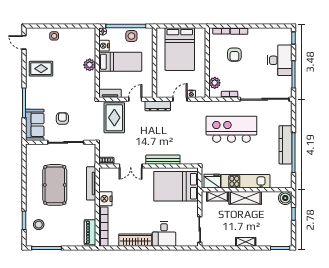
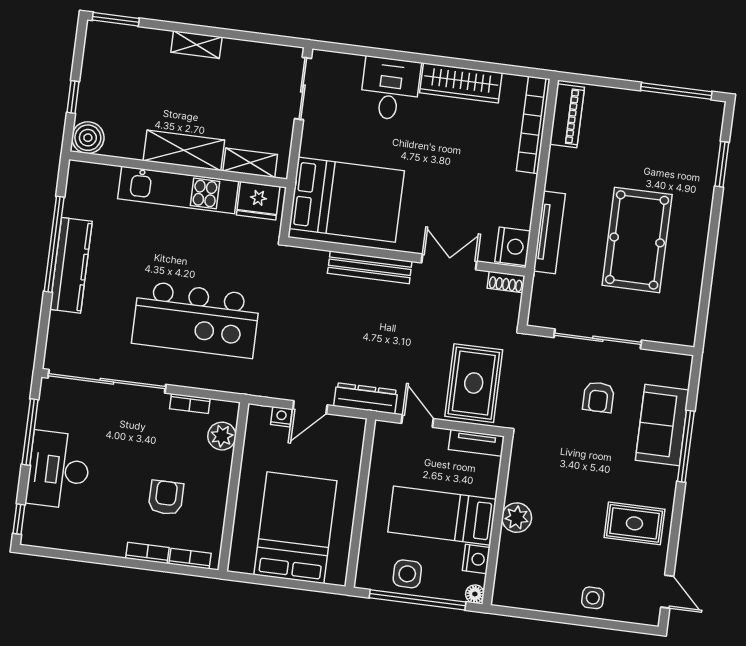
door: (135, 99) -> (418, 421), swing flipped
sofa: (35, 125) -> (662, 425), moved
nightstand: (105, 199) -> (513, 246), moved
stool: (39, 225) -> (688, 150), removed

